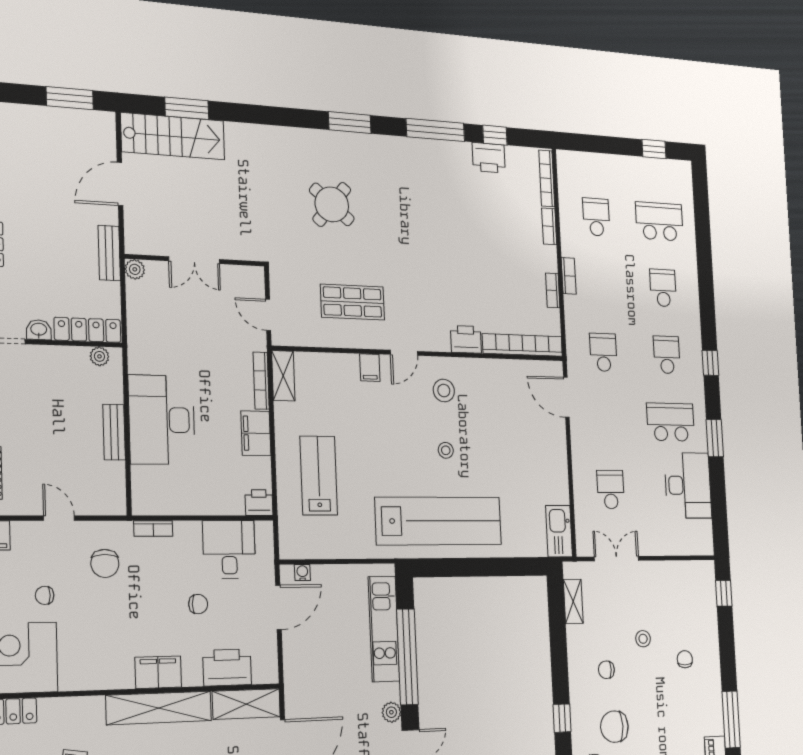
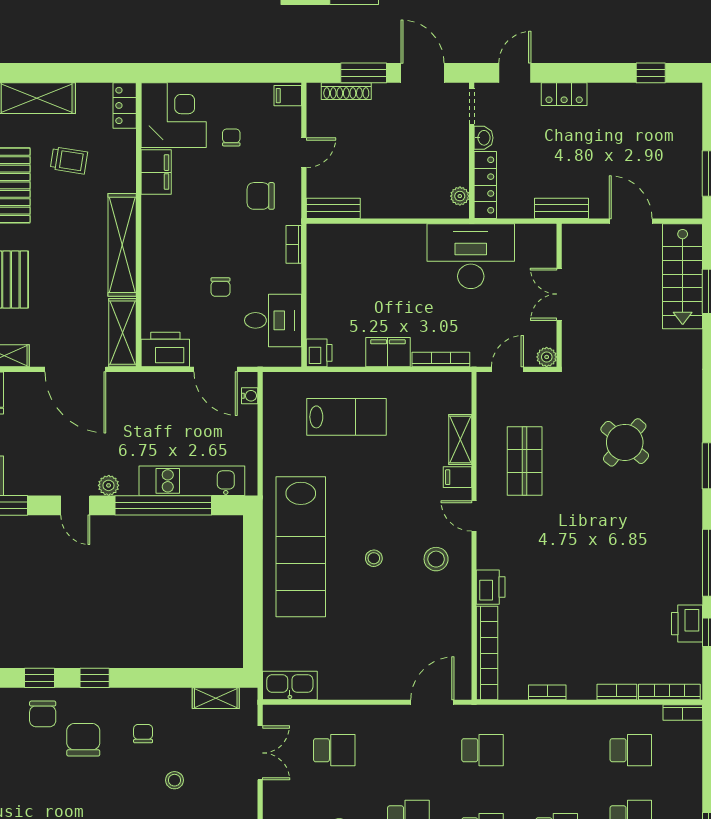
plant: (135, 269) -> (547, 357), moved
bookcase: (569, 276) -> (683, 713), moved
shelving: (283, 376) -> (460, 439), moved, turned 90
desk: (162, 420) -> (471, 256), moved
bench: (114, 432) -> (333, 208), moved
printer: (227, 668) -> (165, 350), moved, turned -90
filing cabinet: (158, 672) -> (156, 172), moved

